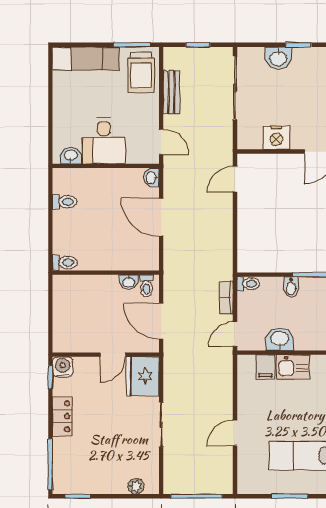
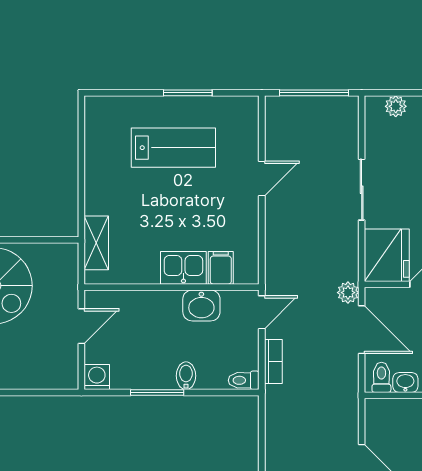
plant: (171, 349) -> (348, 293), added

